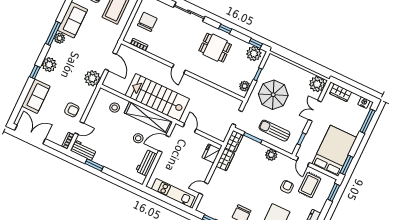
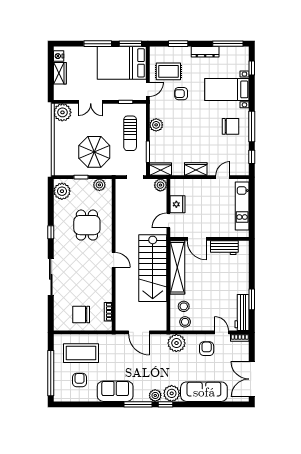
plant: (60, 38) -> (155, 395), moved
window: (256, 43) -> (51, 194), removed
dining table: (215, 48) -> (87, 225), moved
door: (111, 62) -> (139, 332), swing flipped
door: (179, 69) -> (114, 260), hinge flipped
window: (35, 72) -> (166, 404), moved
plant: (92, 78) -> (176, 343), moved
wardrobe: (341, 93) -> (60, 73), moved
sofa: (36, 96) -> (204, 392), width x1.36
window: (367, 121) -> (98, 44), moved
plant: (221, 135) -> (160, 185), added
stool: (138, 138) -> (185, 322), moved
workbench: (83, 150) -> (242, 313), width x1.38
fridge: (211, 154) -> (178, 204), moved, turned -90
wardrobe: (225, 160) -> (196, 169), moved
door: (204, 188) -> (223, 177), swing flipped
window: (334, 192) -> (178, 44), moved

